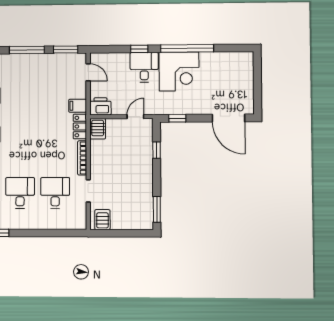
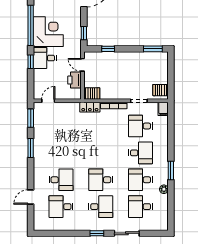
window: (27, 50) -> (31, 148), width x0.69
filing cabinet: (78, 106) -> (163, 109), moved
printer: (100, 106) -> (75, 80), moved
desk: (20, 193) -> (140, 153), turned 180

